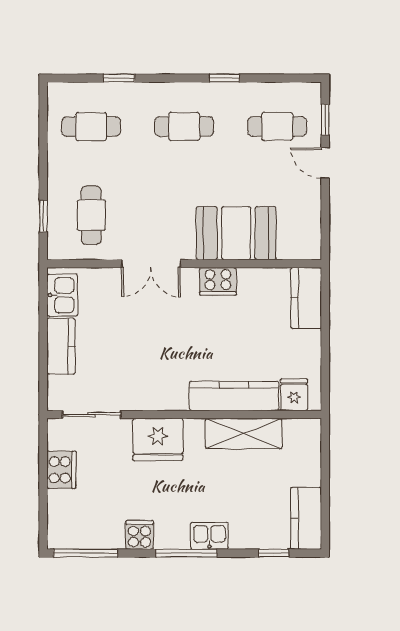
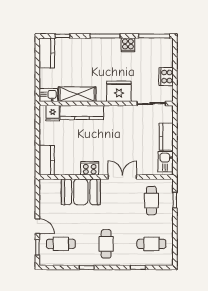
cafe table: (184, 126) -> (106, 244), turned 90
kitchen sink: (209, 536) -> (48, 95), moved, turned 180

